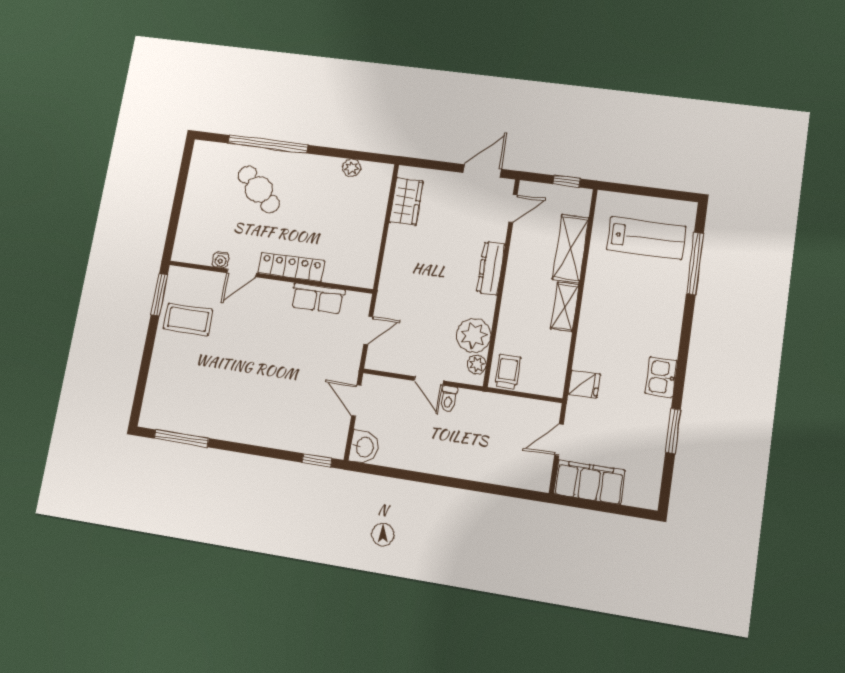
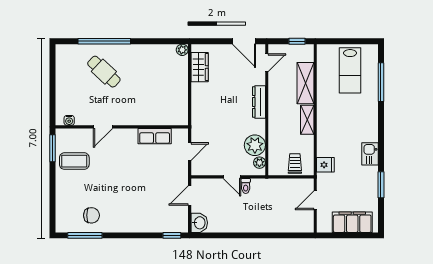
plant: (352, 168) -> (182, 50), moved
door: (482, 171) -> (244, 41), swing flipped
lab bench: (646, 238) -> (350, 70), turned 90
water cooler: (221, 260) -> (69, 120), moved
locker: (291, 267) -> (134, 119), removed
trolley: (508, 372) -> (295, 163), moved
door: (356, 401) -> (190, 196), hinge flipped
chair: (198, 408) -> (92, 215), added
filing cabinet: (589, 482) -> (352, 222), moved

